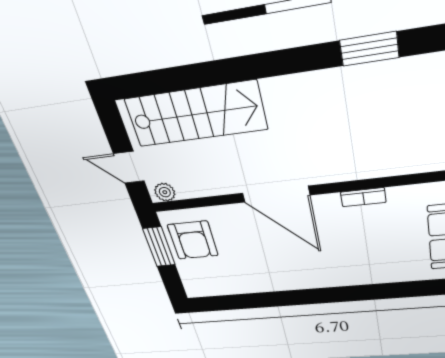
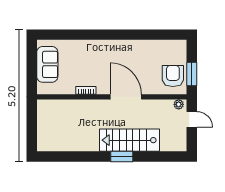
window: (369, 49) -> (122, 156), moved
stairs: (196, 114) -> (129, 140), moved

